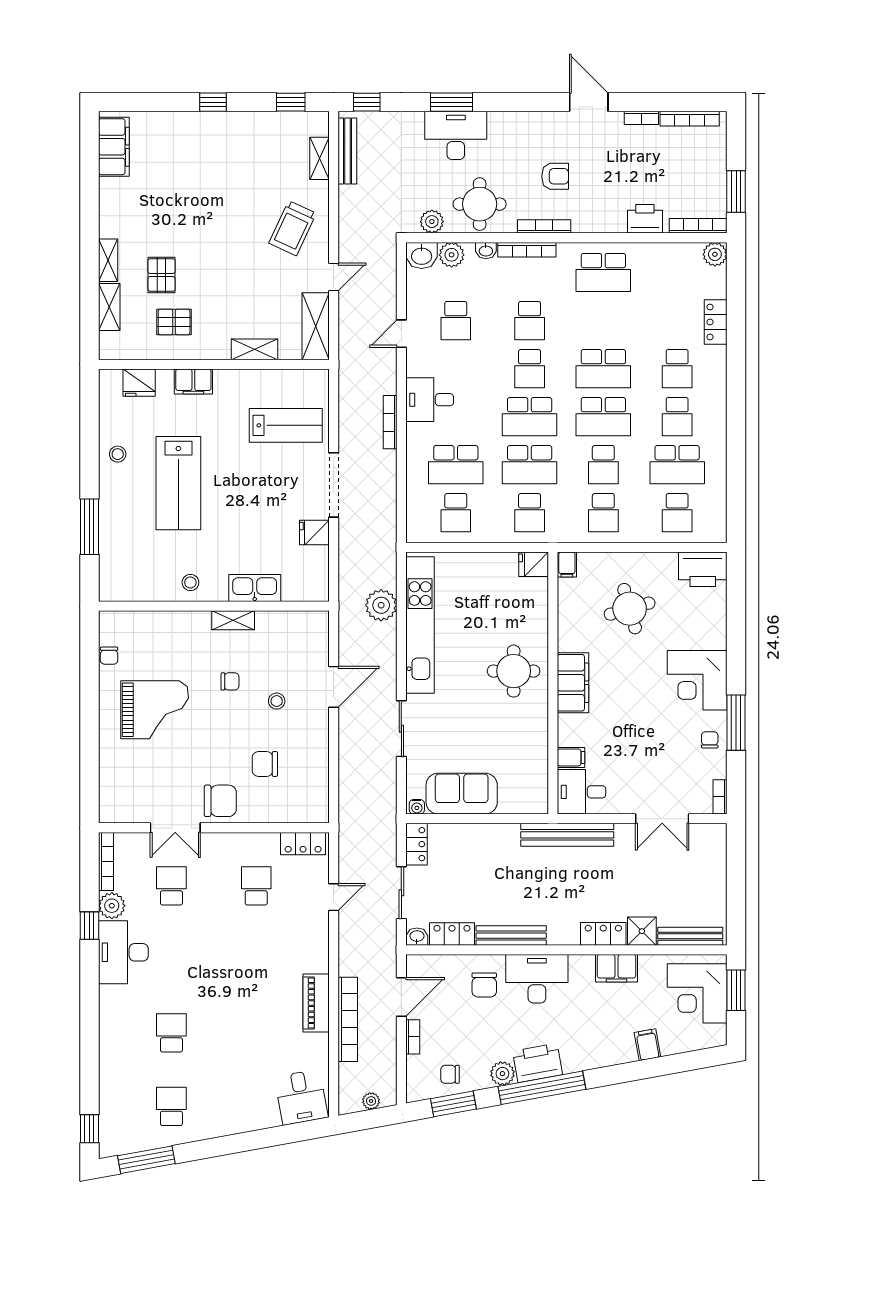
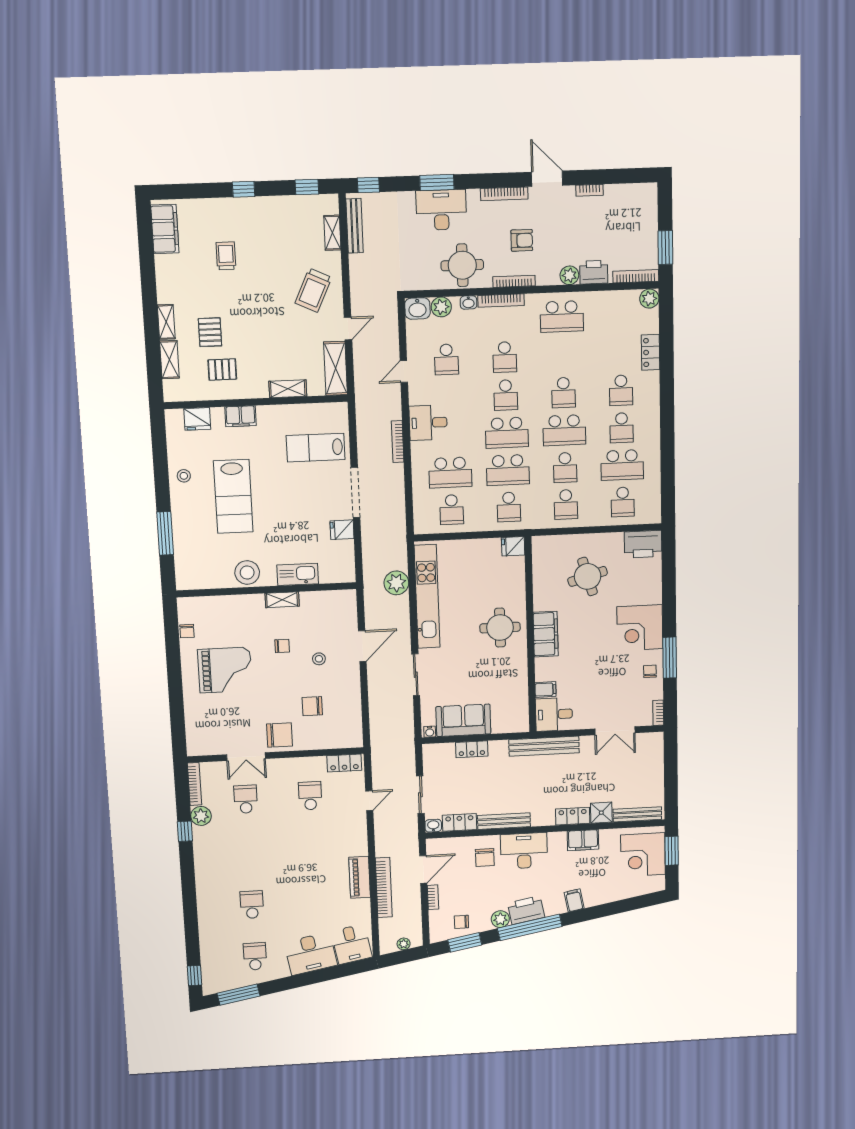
bookcase: (690, 119) -> (504, 194), moved
trolley: (187, 182) -> (226, 256), added
plant: (432, 222) -> (569, 275), moved
school desk: (603, 369) -> (563, 393), width x0.54
lab bench: (286, 425) -> (316, 448), turned 180
filing cabinet: (567, 565) -> (539, 545), removed
stool: (190, 582) -> (247, 573), width x1.89, depth x1.89
locker: (417, 844) -> (472, 749), moved, turned 90
desk: (123, 952) -> (311, 954), moved, turned -100
filing cabinet: (647, 1045) -> (574, 900), moved

